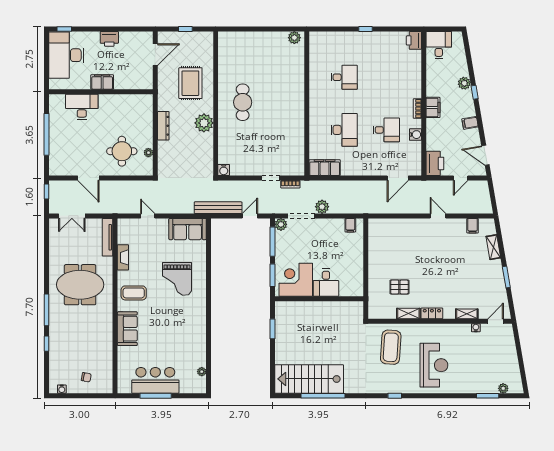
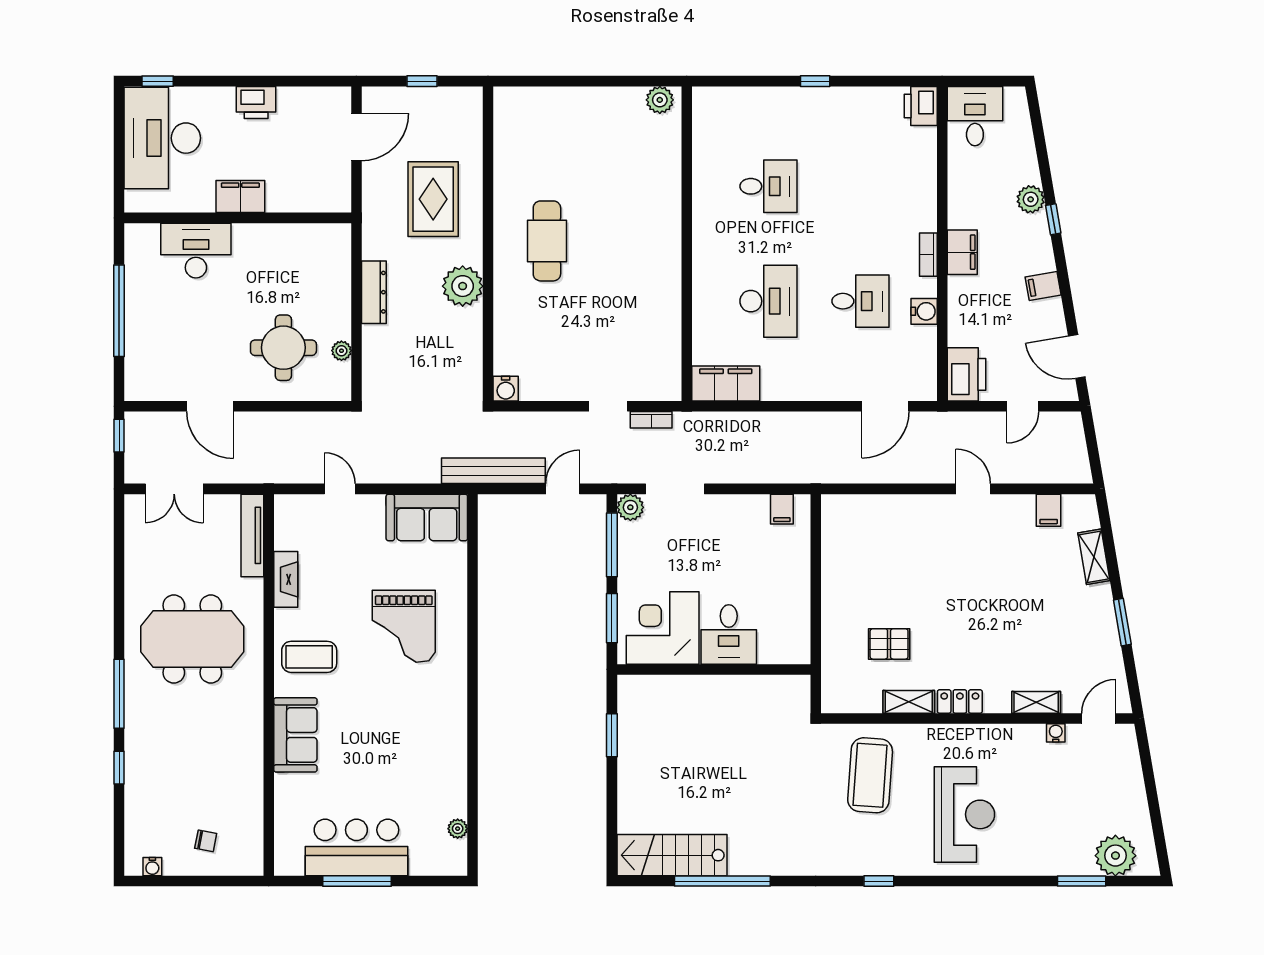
plant: (322, 207) -> (720, 469), removed
stairs: (309, 379) -> (672, 855), width x0.73, depth x0.66
plant: (503, 388) -> (1115, 856), width x1.87, depth x1.87

